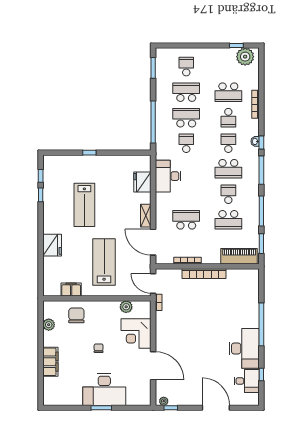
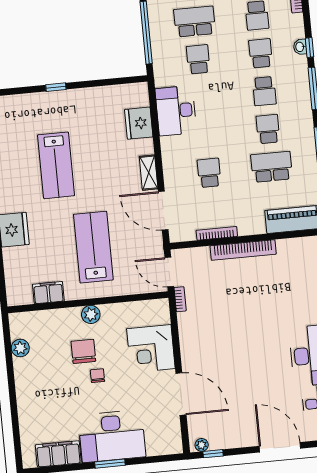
school desk: (228, 169) -> (264, 91), width x0.54
school desk: (186, 220) -> (209, 173), width x0.54
school desk: (228, 220) -> (272, 167), turned 180
plant: (126, 307) -> (91, 314), moved
chair: (76, 315) -> (83, 351), moved
filing cabinet: (50, 362) -> (58, 454), moved, turned -90

